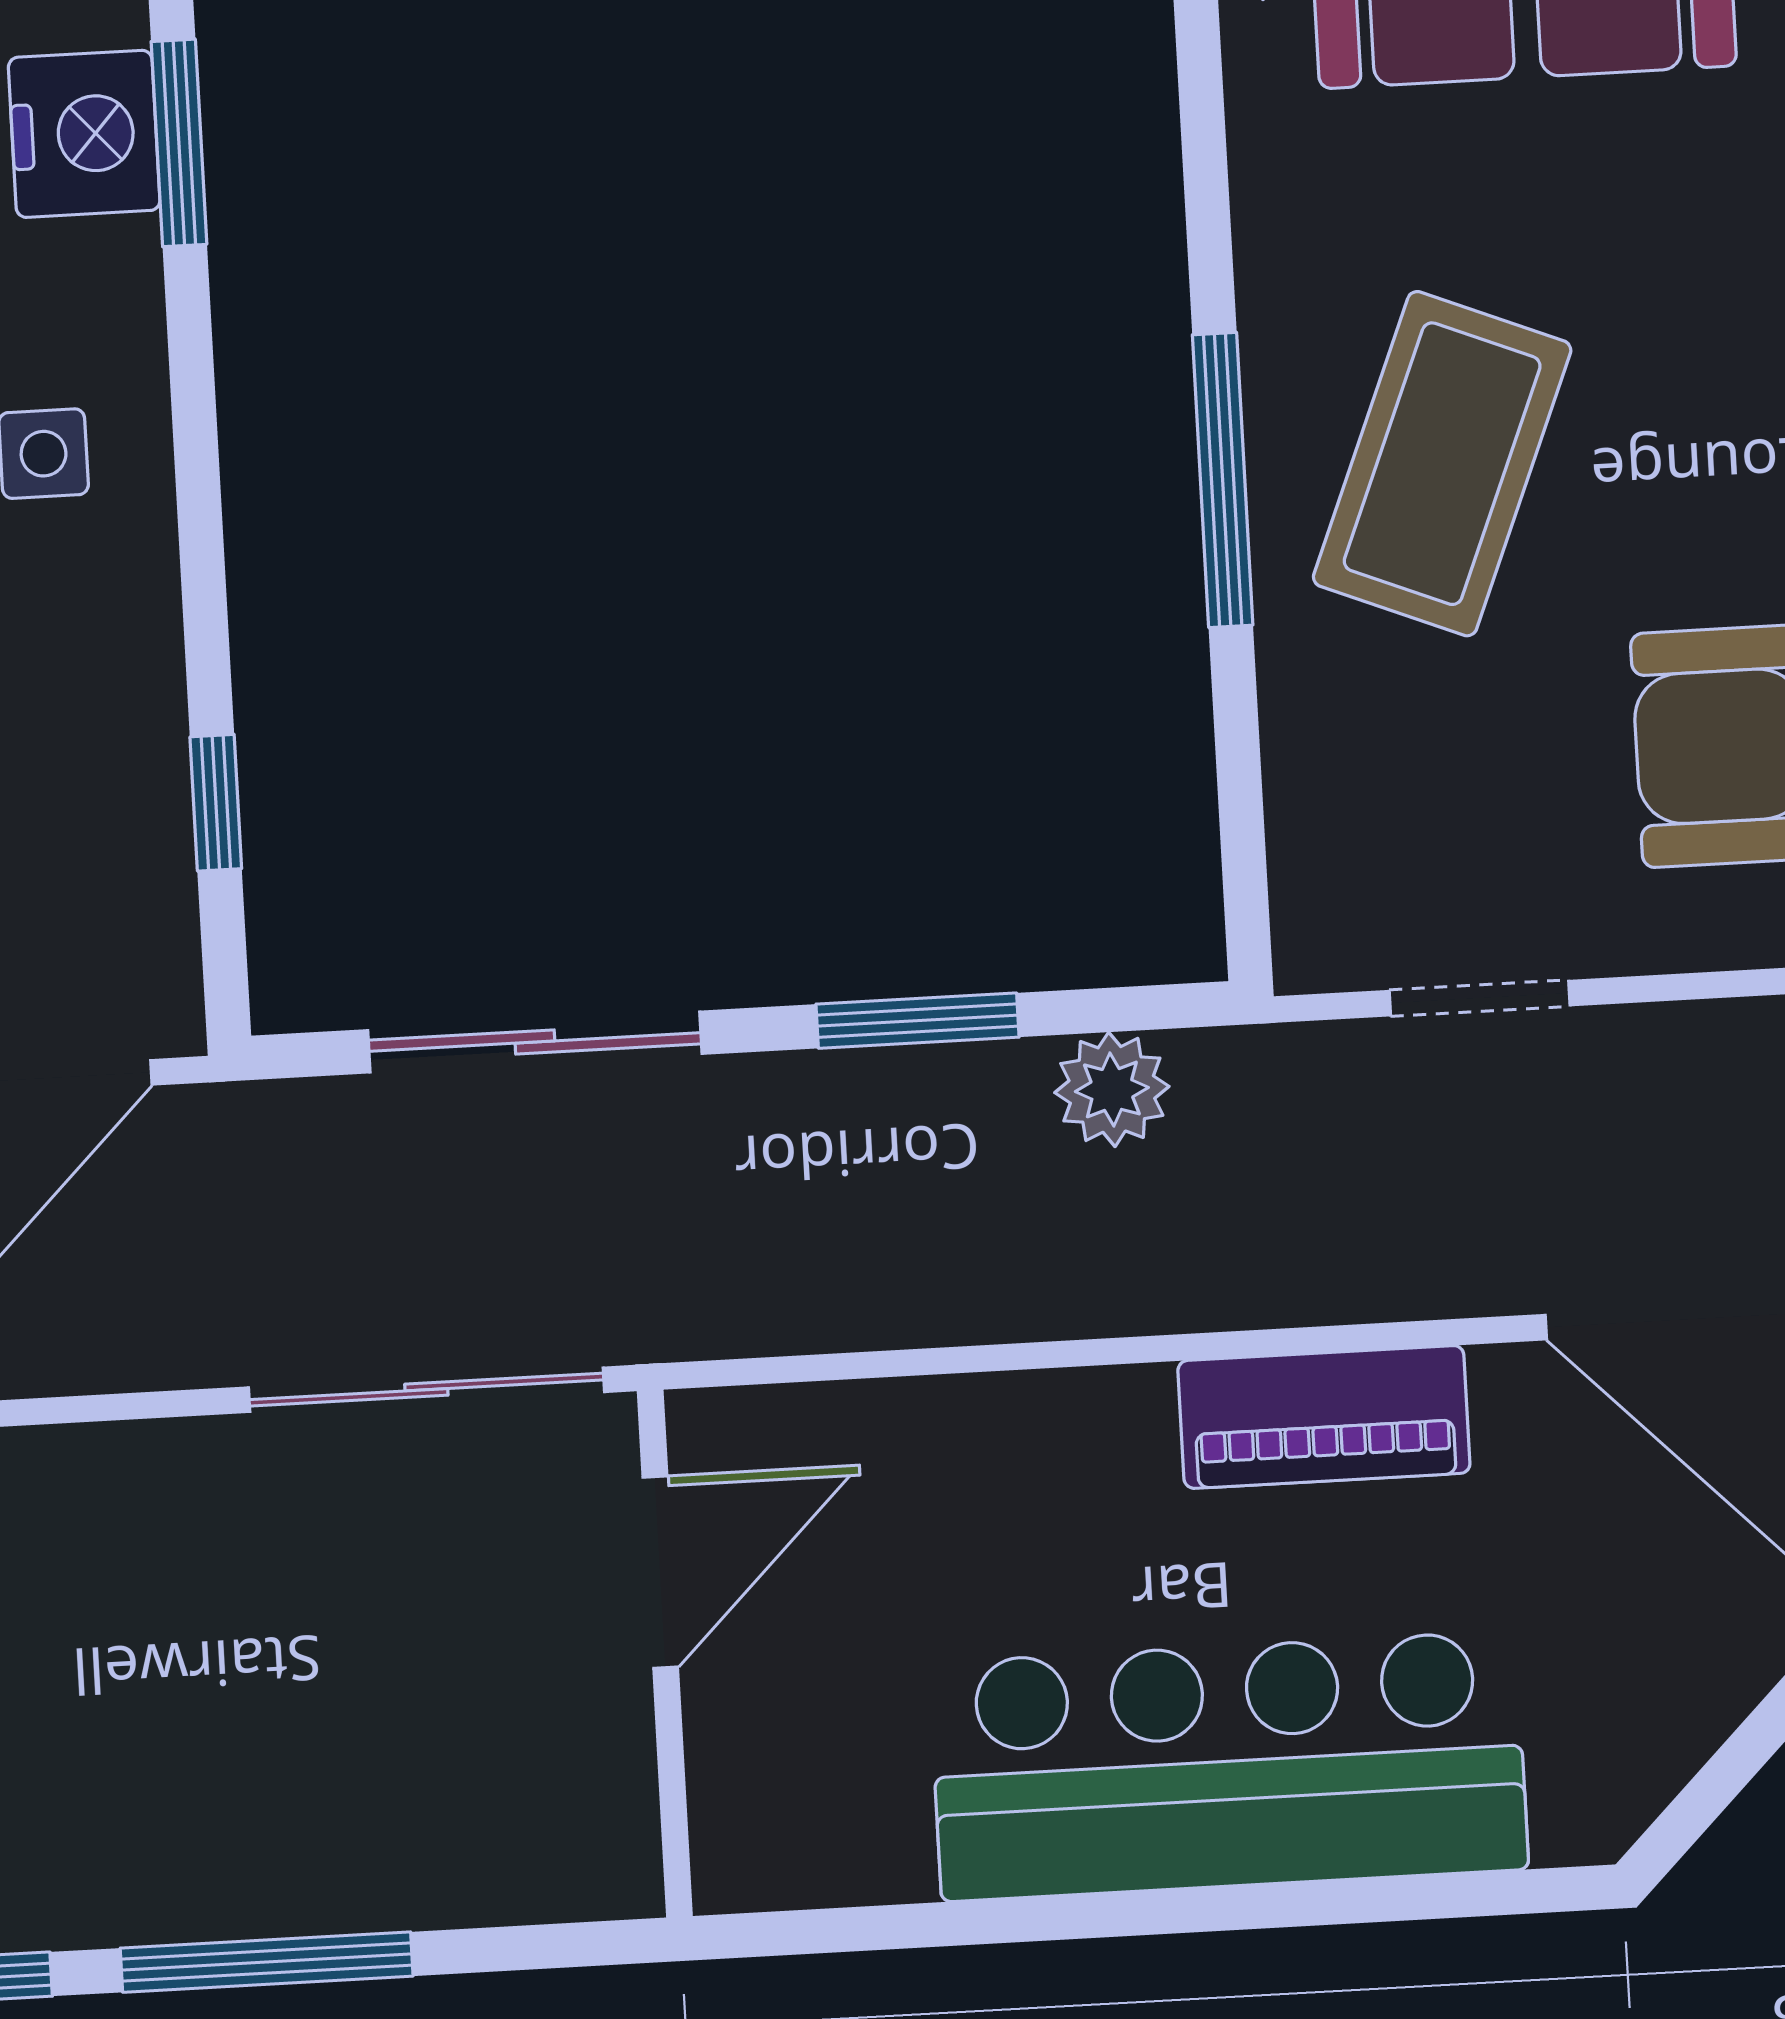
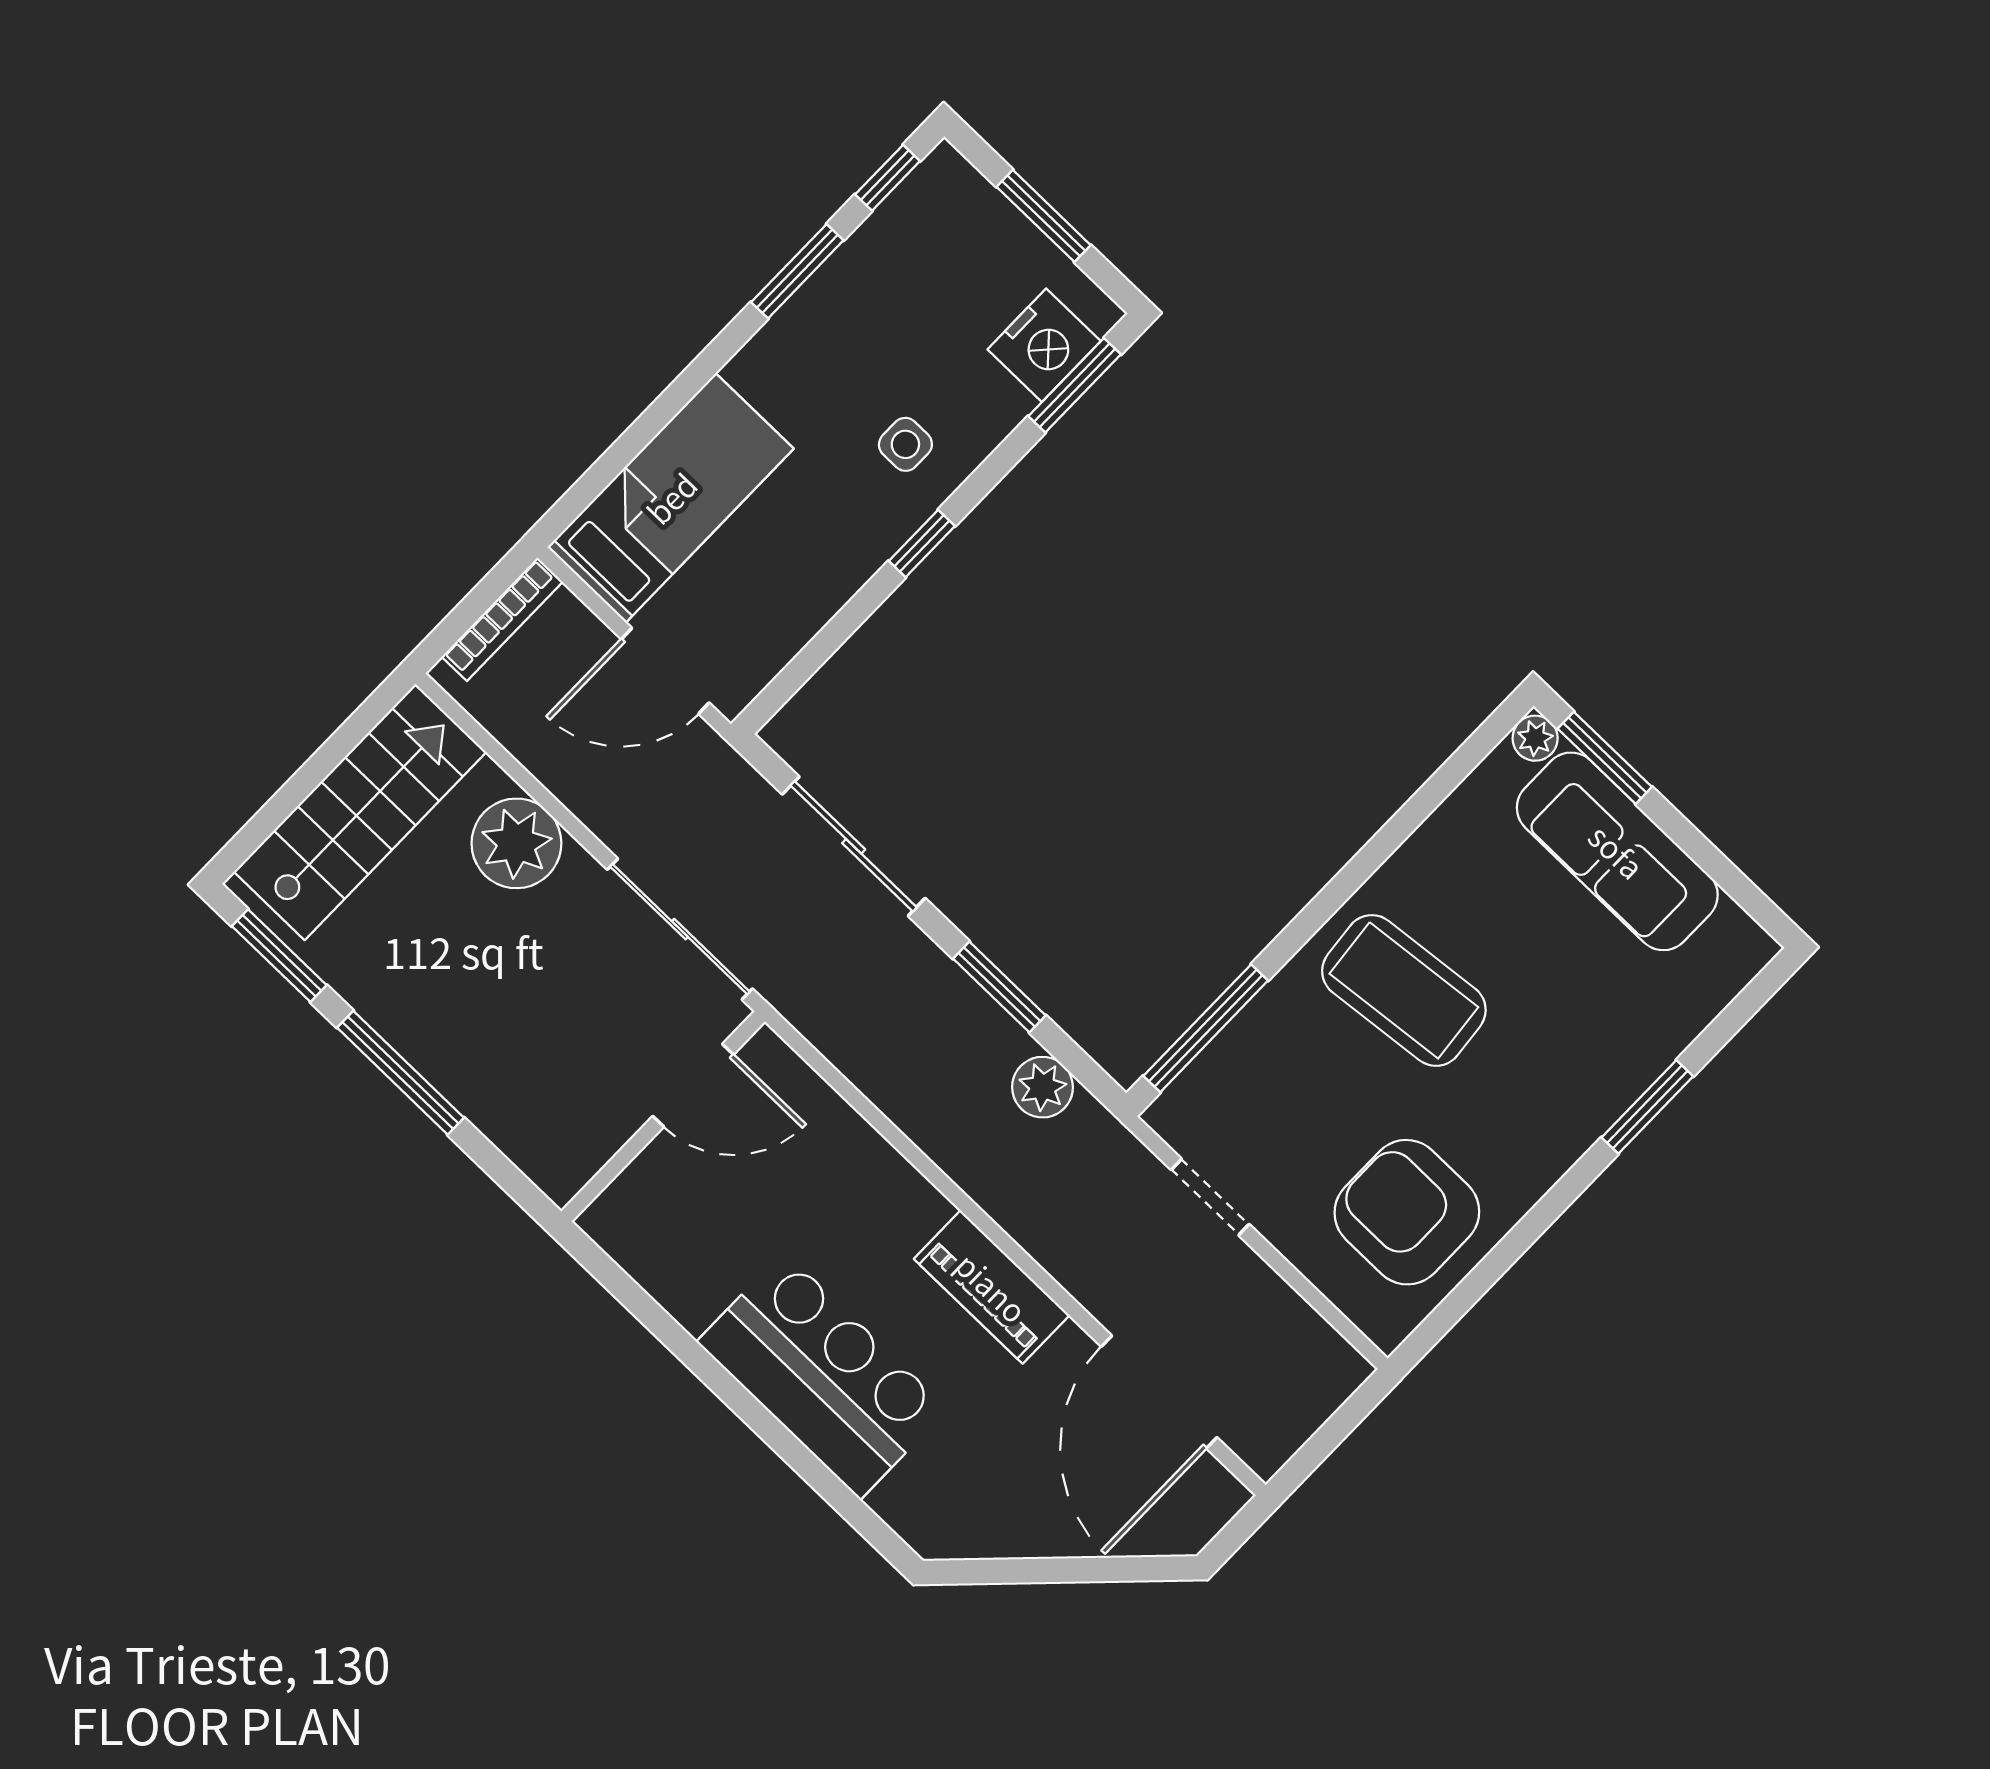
coffee table: (1442, 464) -> (1404, 990), turned 62
window: (1223, 480) -> (1206, 1028), moved
window: (216, 803) -> (922, 543), moved
plant: (97, 1506) -> (516, 843), added
bar counter: (1229, 1766) -> (822, 1375), width x0.73

